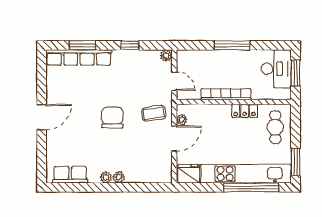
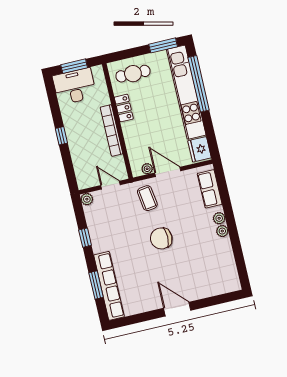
window: (232, 45) -> (61, 136), width x0.46
door: (174, 81) -> (111, 185), hinge flipped
row of seats: (70, 175) -> (210, 189), moved

